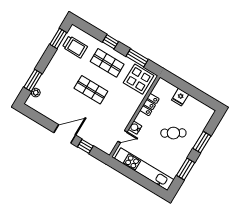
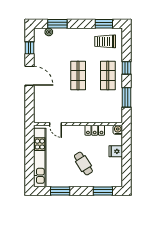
trolley: (75, 47) -> (105, 41), turned 90
display table: (139, 79) -> (110, 109), removed
water cooler: (135, 128) -> (118, 130), moved
window: (202, 142) -> (103, 191), moved
window: (85, 146) -> (30, 48), moved

